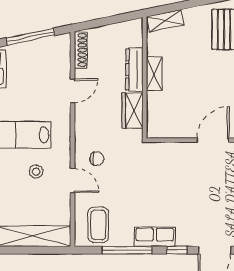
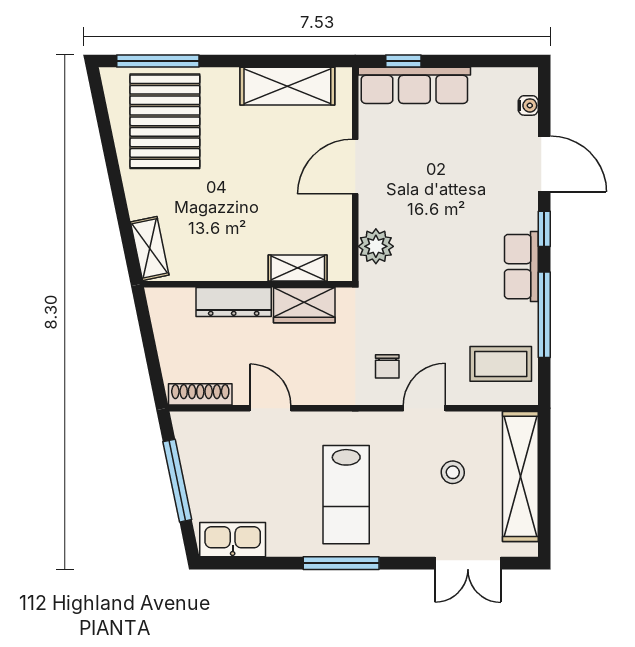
shelving: (154, 74) -> (298, 268), moved
door: (213, 140) -> (355, 167), hinge flipped
plant: (167, 152) -> (376, 246), added
chair: (97, 159) -> (387, 366), turned 180
stool: (36, 172) -> (453, 472), moved

